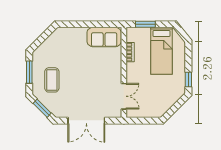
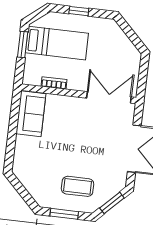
window: (145, 24) -> (23, 45), moved
window: (188, 80) -> (79, 11), moved
double door: (124, 96) -> (109, 97), width x1.37

